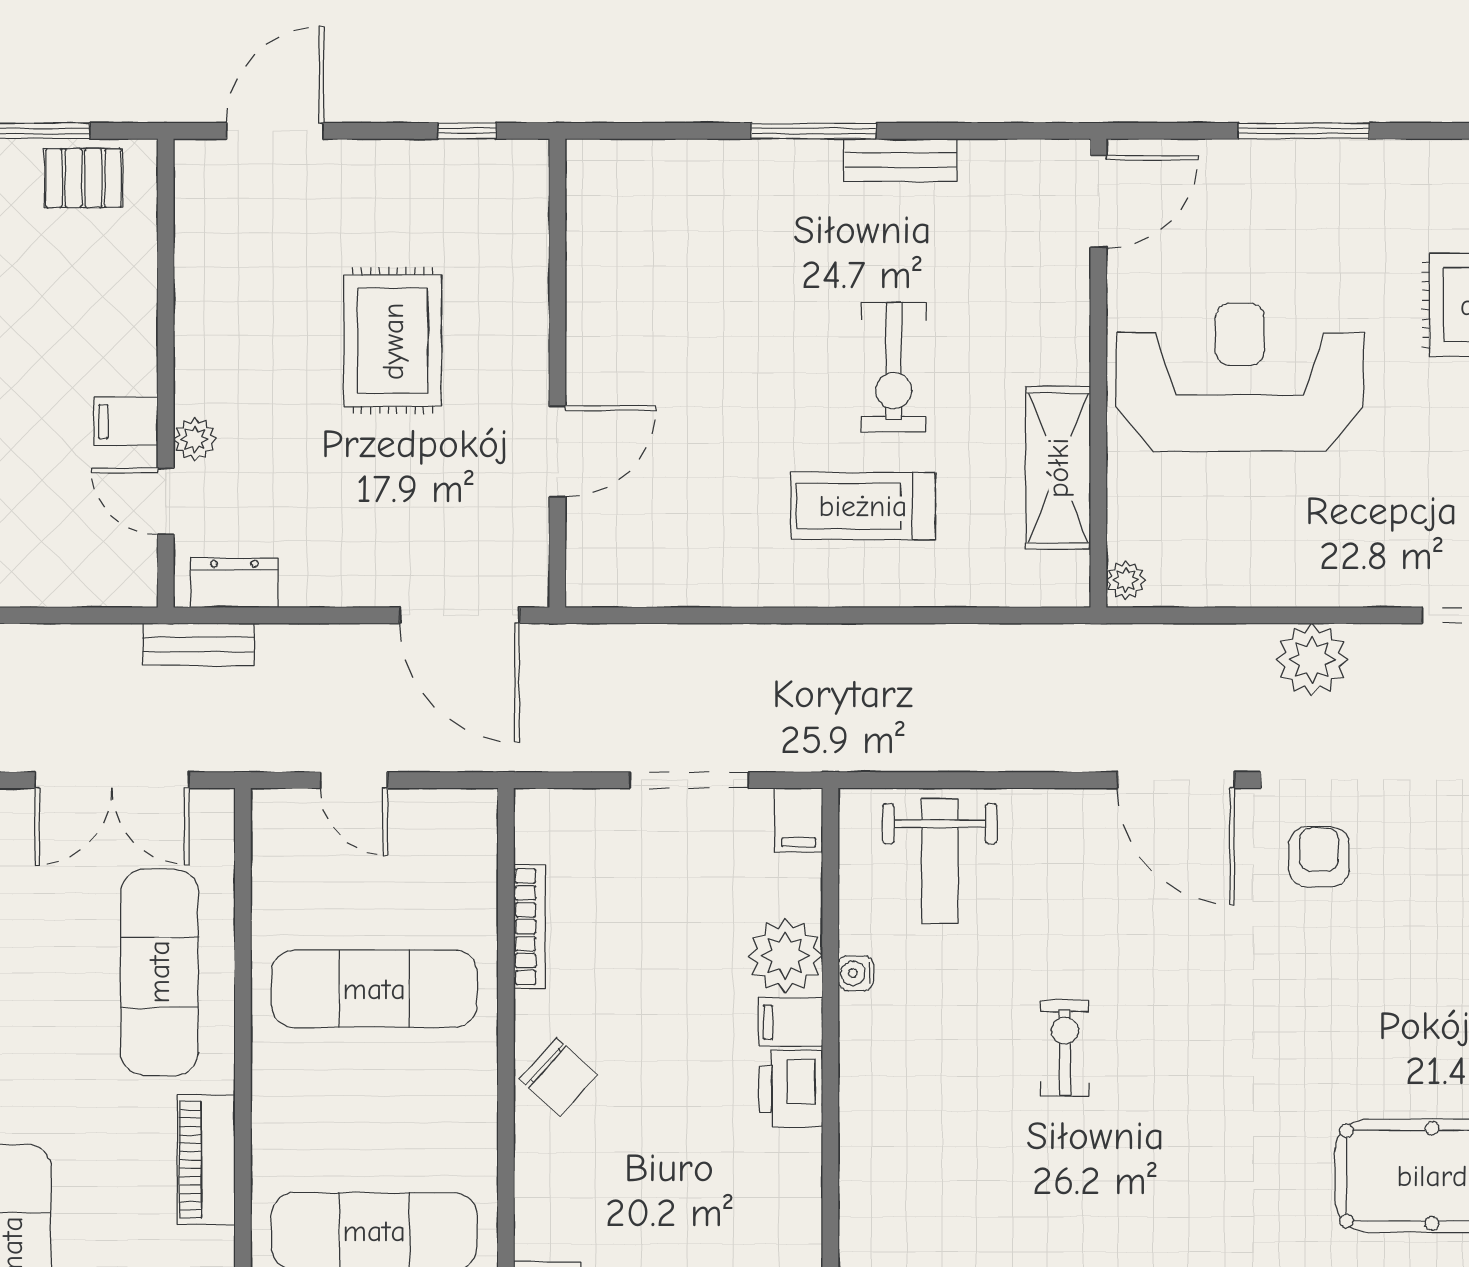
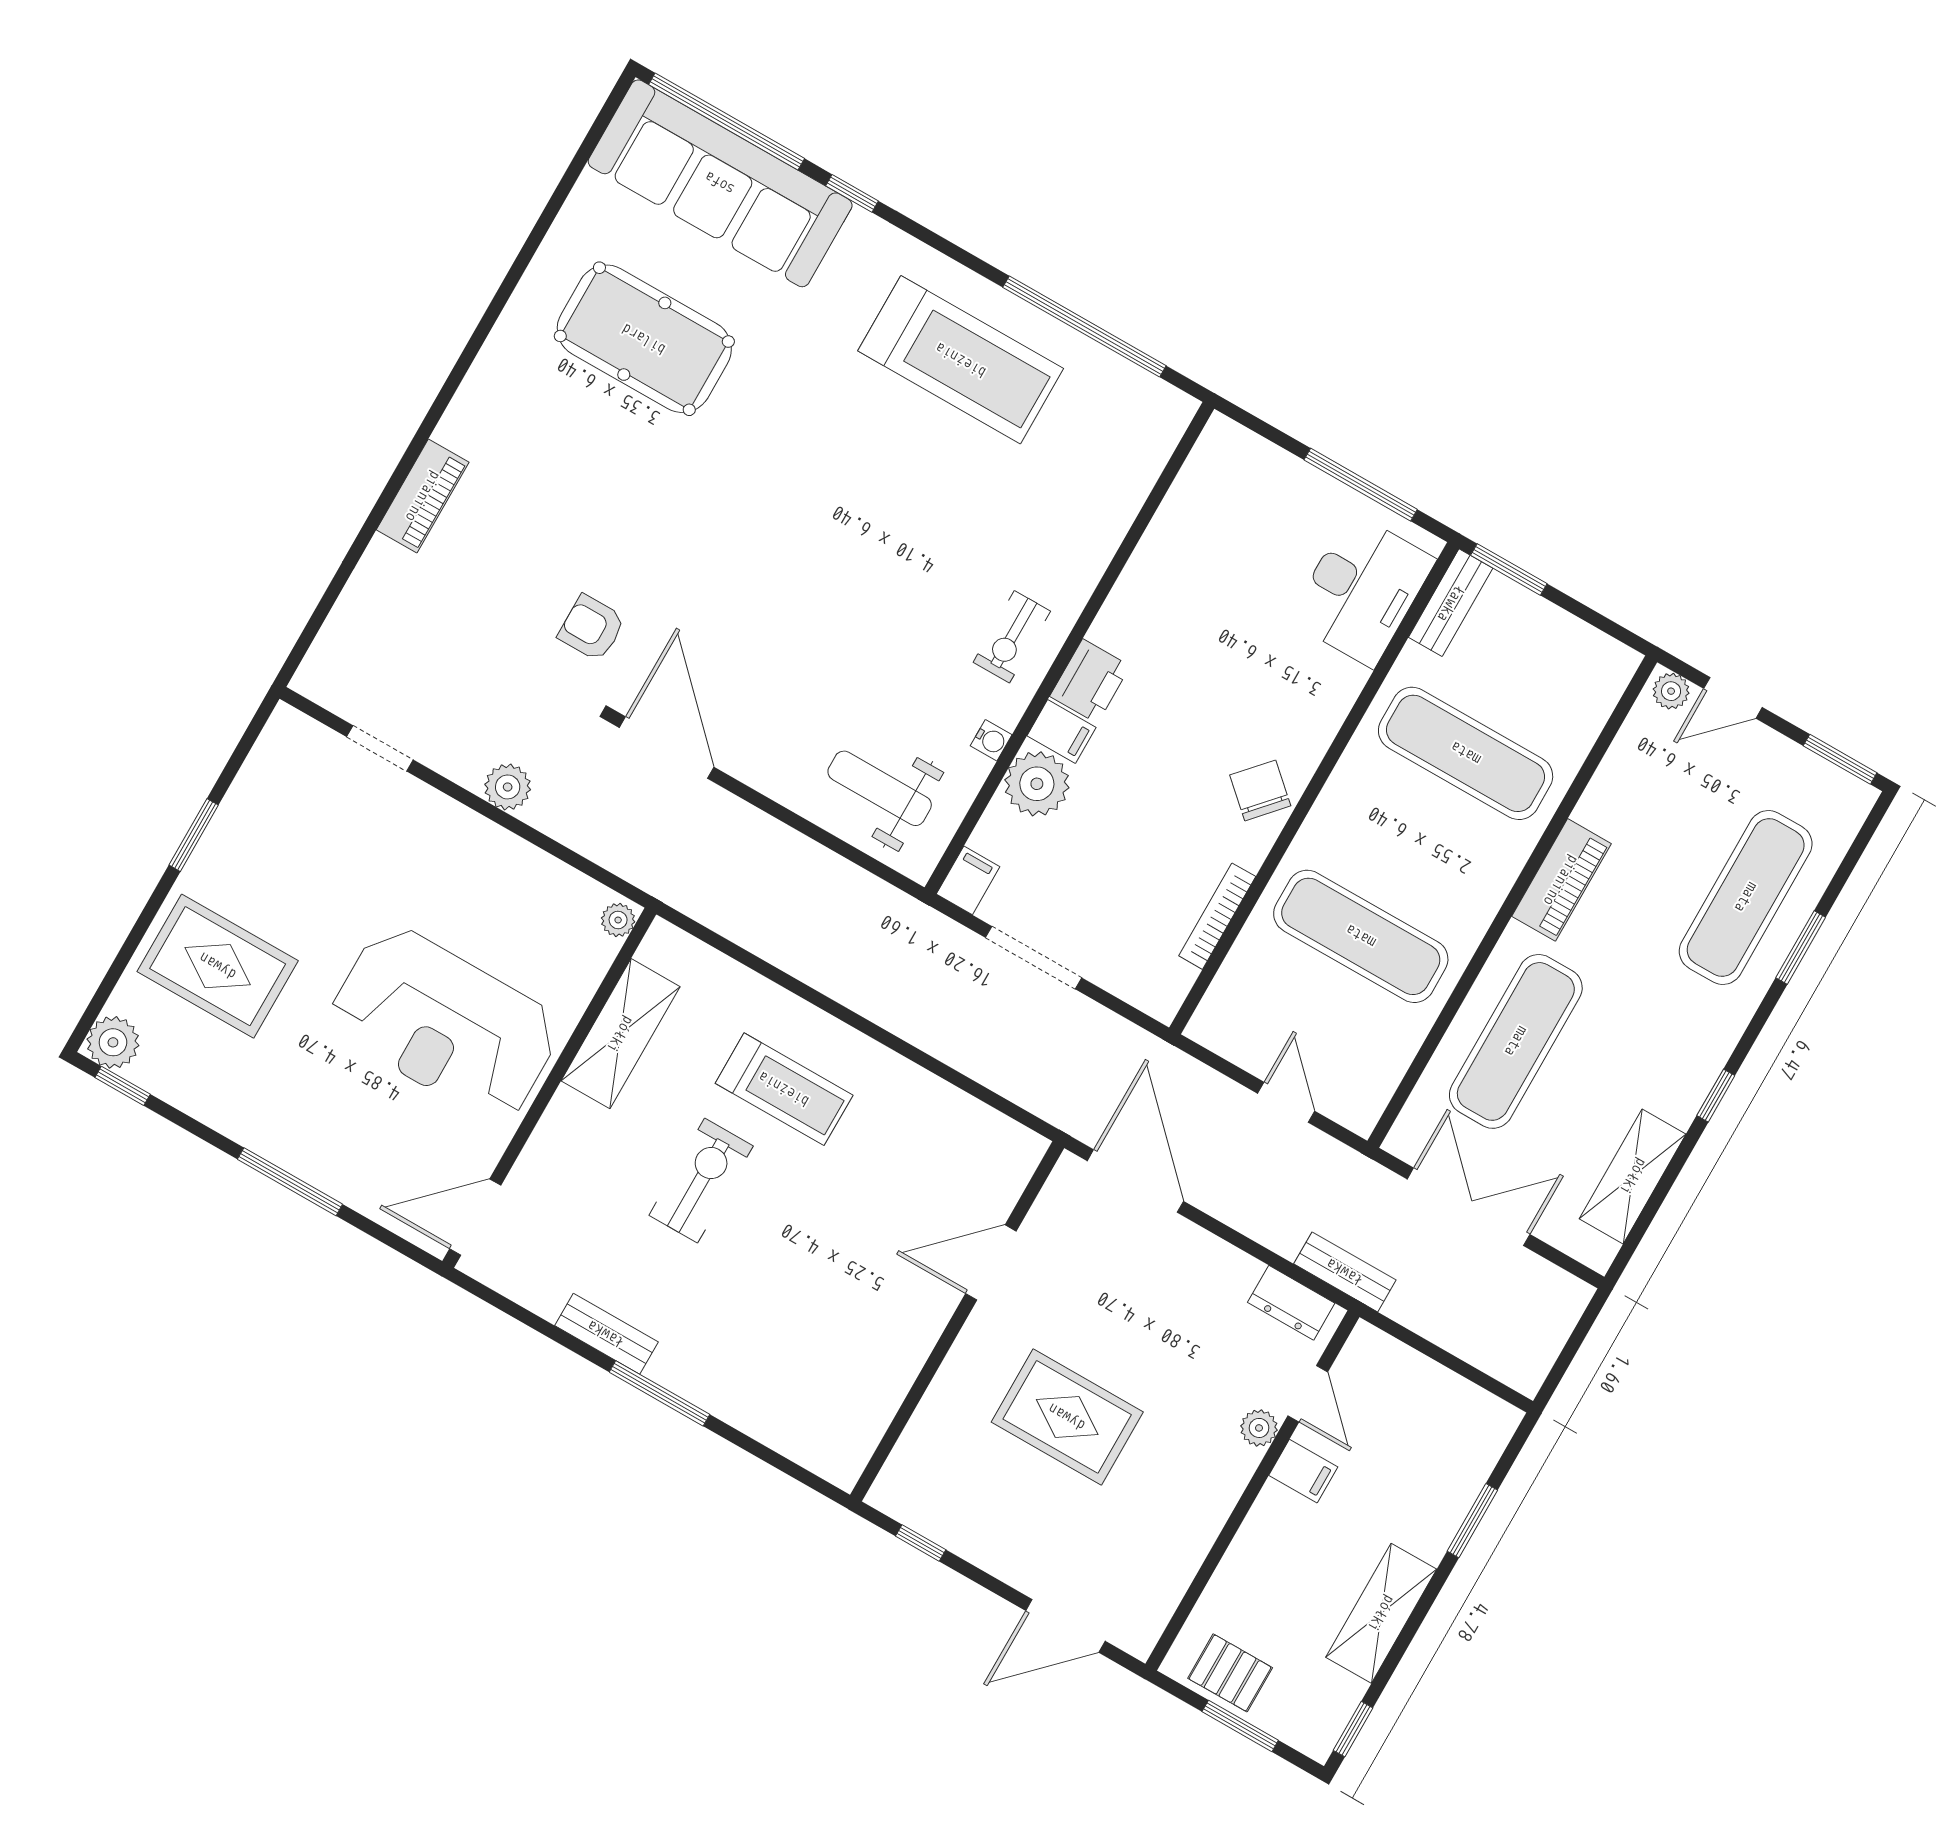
rug: (393, 341) -> (1067, 1417), turned 90
plant: (1312, 659) -> (508, 787), width x0.73, depth x0.73
armchair: (1319, 857) -> (592, 628), turned 90
weight bench: (940, 861) -> (880, 788), turned -90
exercise bike: (1065, 1048) -> (1012, 637), moved

